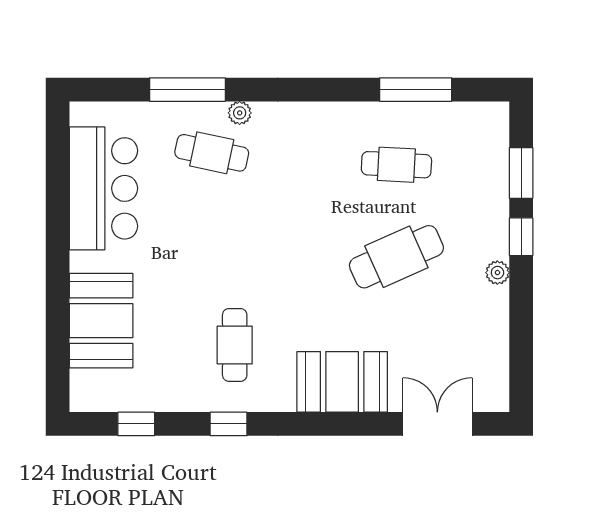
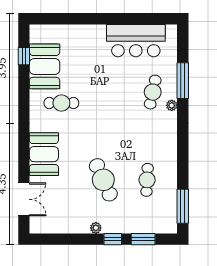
window: (416, 90) -> (183, 206), moved
booth: (101, 321) -> (45, 66), moved, turned 90
window: (228, 424) -> (24, 100), removed

